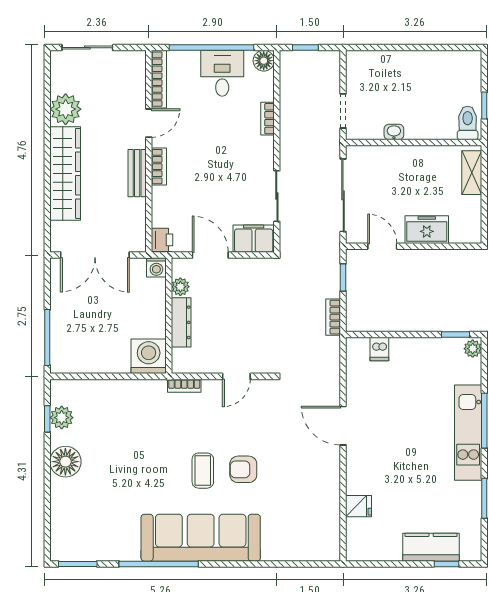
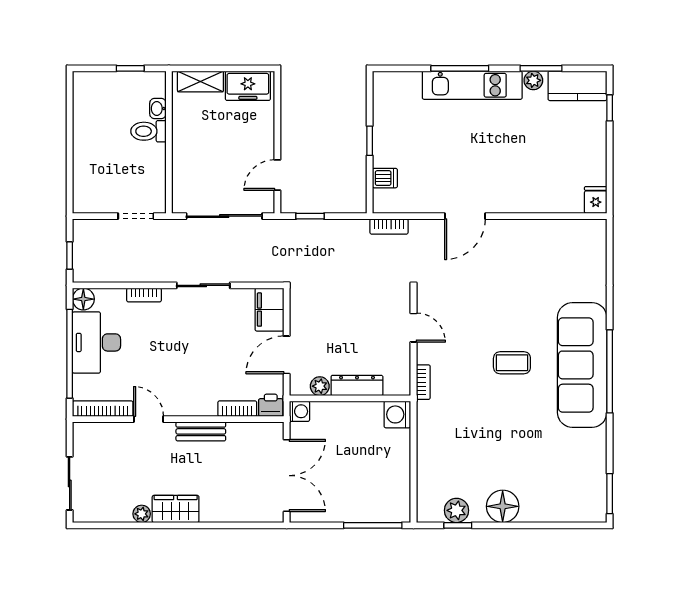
desk: (222, 73) -> (96, 342), width x1.37
plant: (66, 109) -> (142, 514), width x0.53, depth x0.53
toilet: (468, 123) -> (148, 131), moved
washbasin: (394, 132) -> (158, 109), moved
bookcase: (159, 167) -> (237, 409), moved
wardrobe: (65, 173) -> (176, 509), width x0.48, depth x0.85
sliding door: (277, 196) -> (203, 285), moved
freezer: (427, 230) -> (248, 86), moved, turned -90
bookcase: (333, 317) -> (389, 226), moved
window: (455, 334) -> (370, 141), moved
plant: (473, 349) -> (533, 80), moved
washing machine: (149, 356) -> (397, 414), width x0.73, depth x0.73
armchair: (243, 469) -> (511, 320), removed
fridge: (358, 506) -> (596, 200), moved
kitchen counter: (431, 547) -> (577, 86), moved, turned -90
window: (159, 564) -> (610, 371), moved

